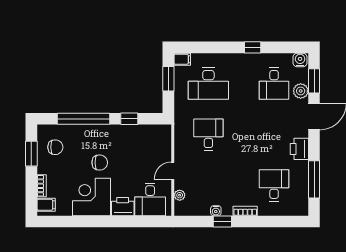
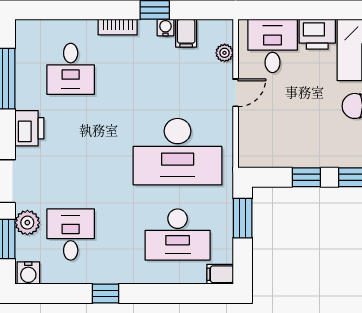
window: (168, 79) -> (243, 218), moved
desk: (208, 84) -> (178, 235), turned 180
desk: (208, 134) -> (178, 152), width x1.87, depth x1.30
filing cabinet: (203, 207) -> (186, 33), added

